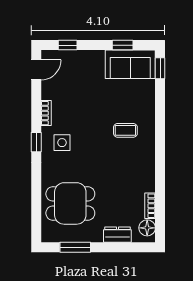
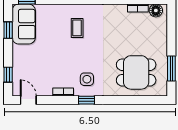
dining table: (70, 203) -> (136, 72), turned 90
dresser: (117, 235) -> (161, 34), removed

